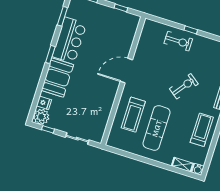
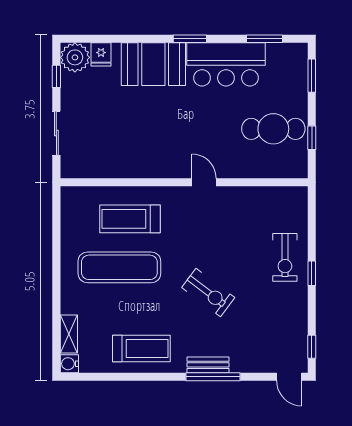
cafe table: (110, 26) -> (273, 129), added
door: (126, 71) -> (204, 182), width x0.53

